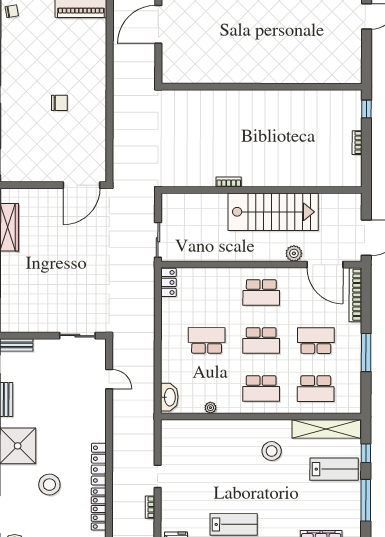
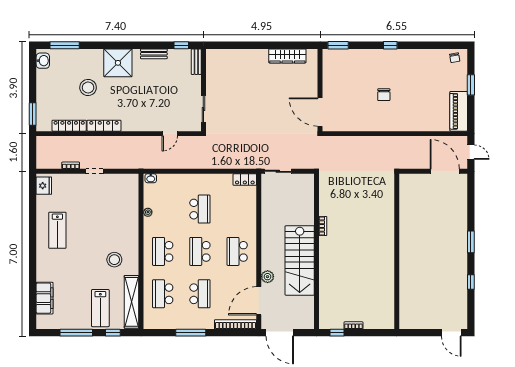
window: (366, 109) -> (337, 333), moved
washbasin: (169, 397) -> (151, 178), width x0.52, depth x0.69

